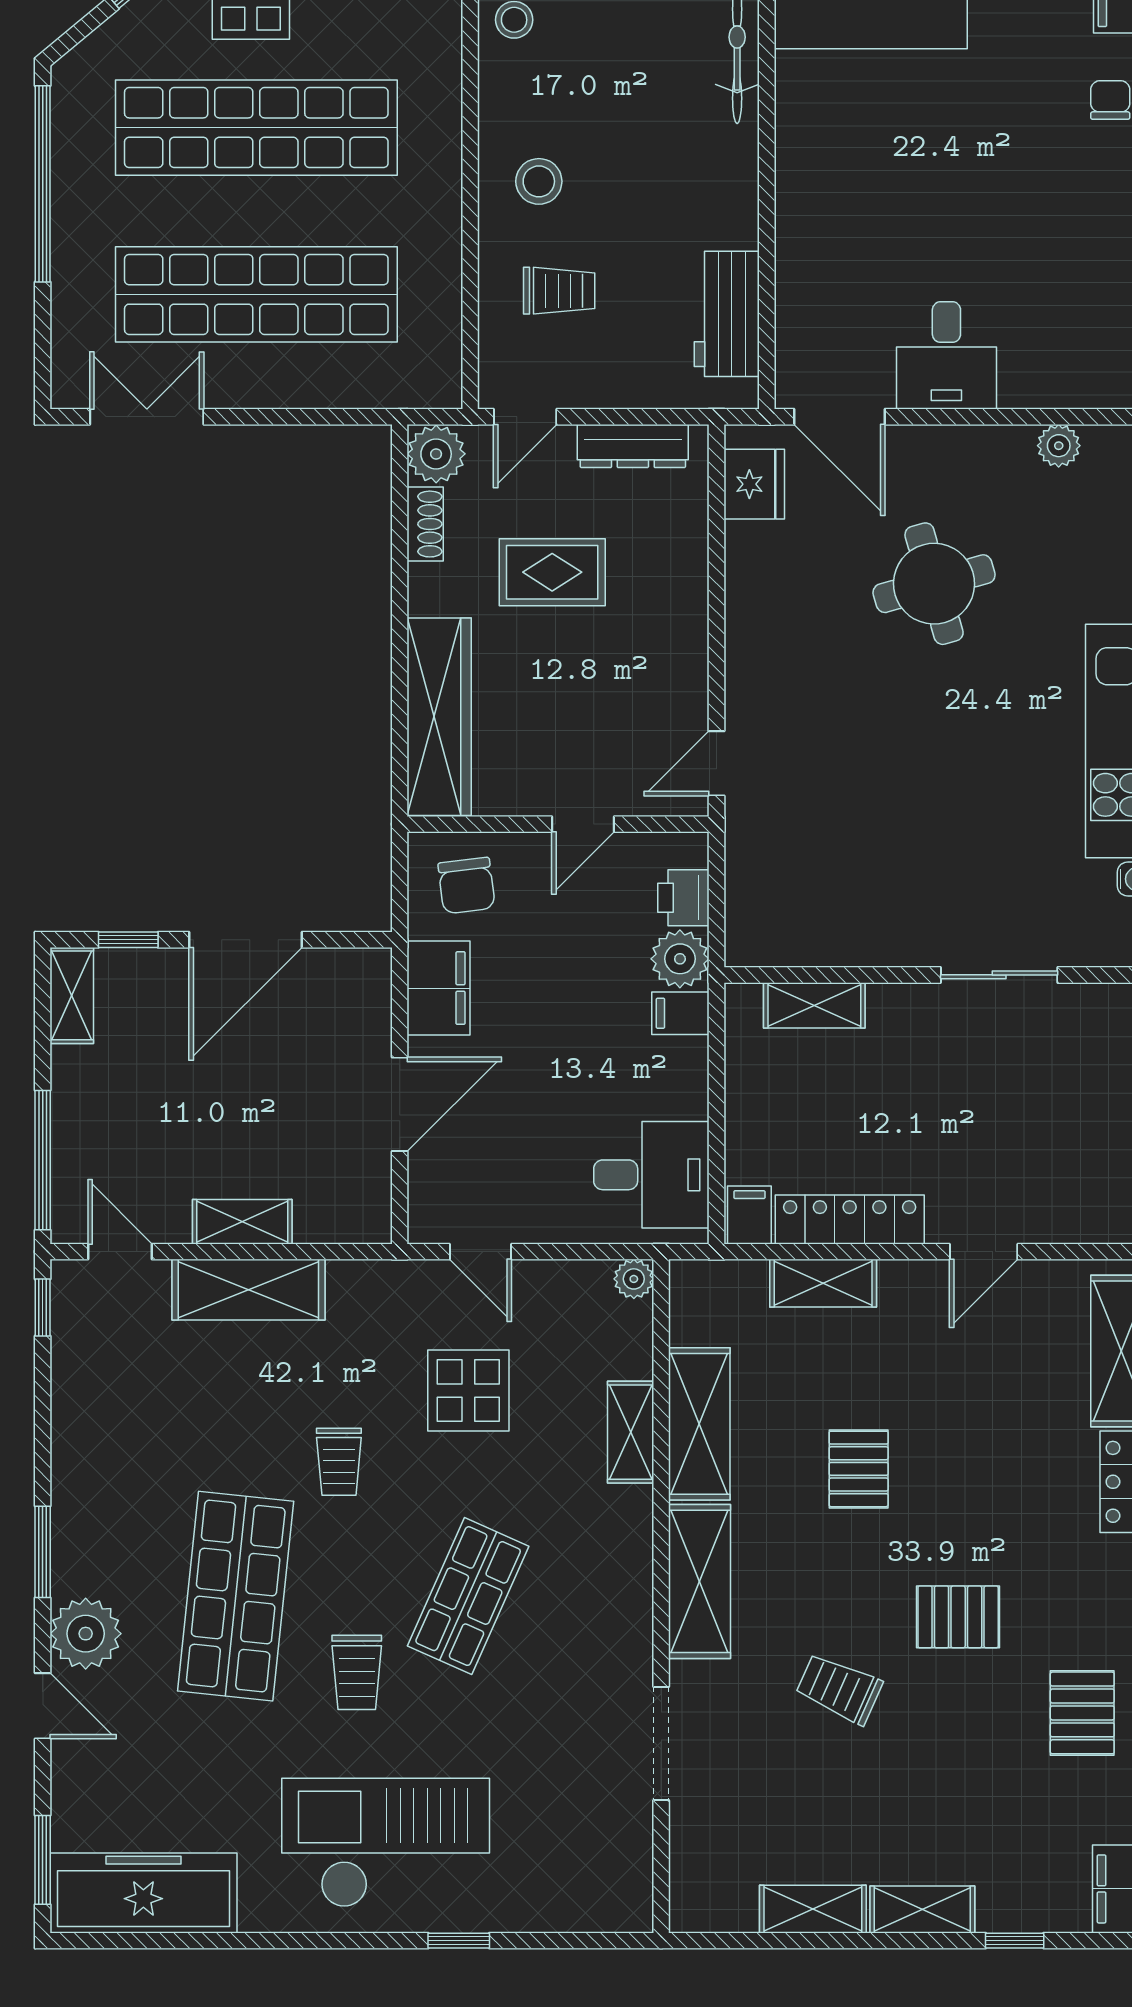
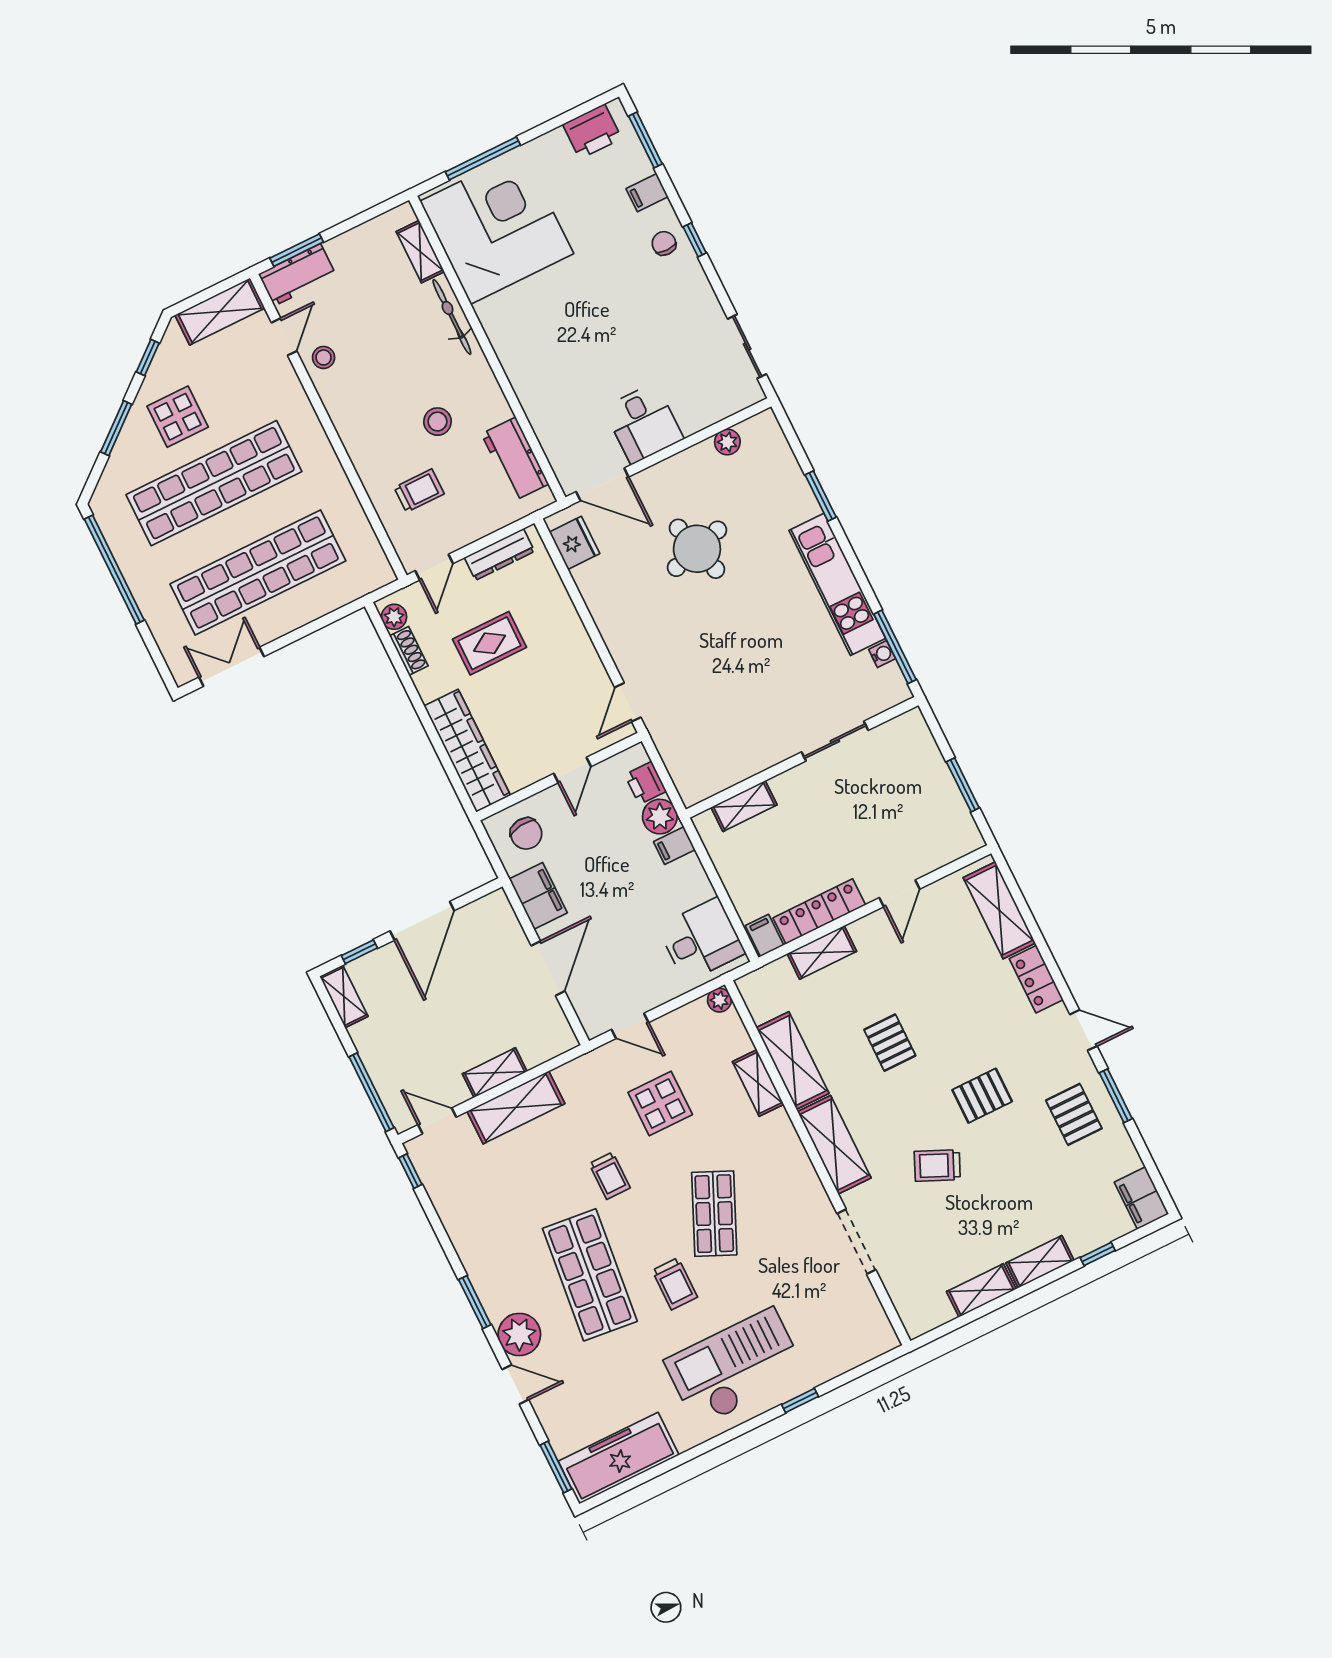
stool: (539, 181) -> (438, 422), moved
plant: (436, 454) -> (394, 617), width x0.73, depth x0.73

